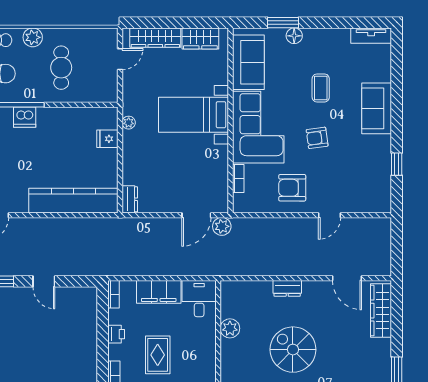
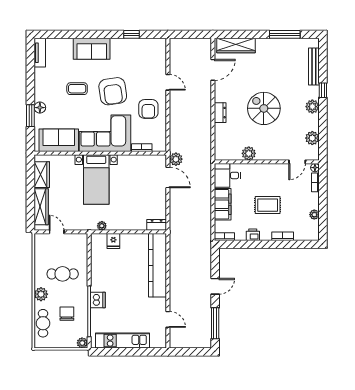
armchair: (317, 138) -> (113, 91), width x1.88, depth x1.88
spiral stairs: (293, 350) -> (264, 108), turned 90

